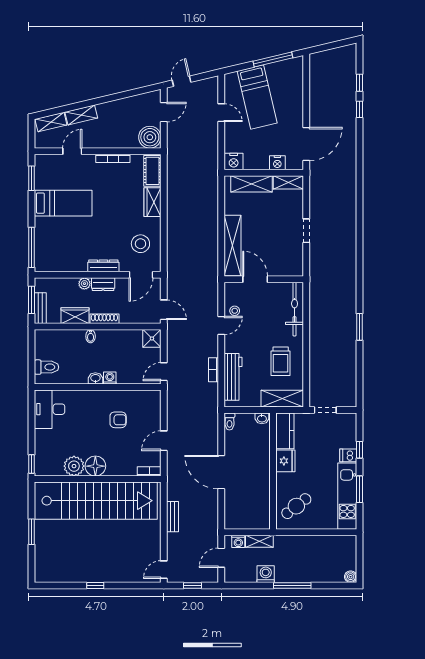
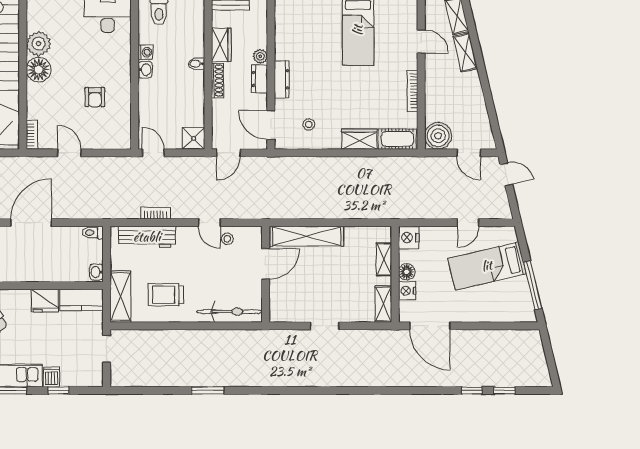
floor lamp: (262, 163) -> (407, 272), added
shelving: (251, 184) -> (384, 259), width x0.67, depth x0.75
stool: (140, 244) -> (309, 124), width x0.53, depth x0.53
washing machine: (110, 378) -> (146, 52), moved

